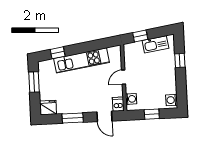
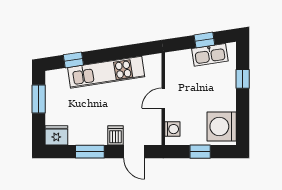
window: (140, 36) -> (204, 40), moved
washing machine: (172, 100) -> (222, 126), width x1.89, depth x1.89
dishwasher: (118, 104) -> (116, 135), moved

